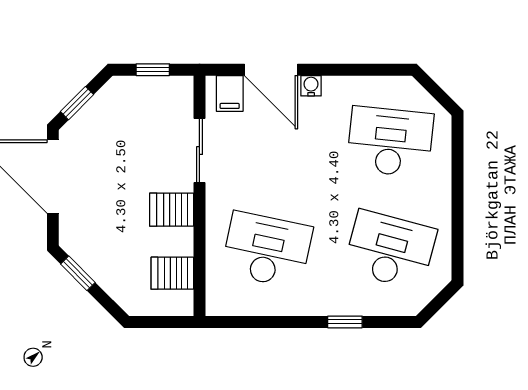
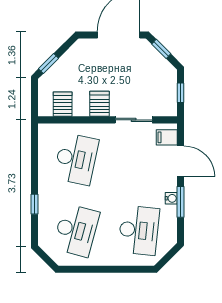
door: (271, 70) -> (180, 161), swing flipped
window: (341, 70) -> (180, 202), added
water cooler: (311, 86) -> (171, 198), moved
window: (78, 273) -> (48, 63), moved

